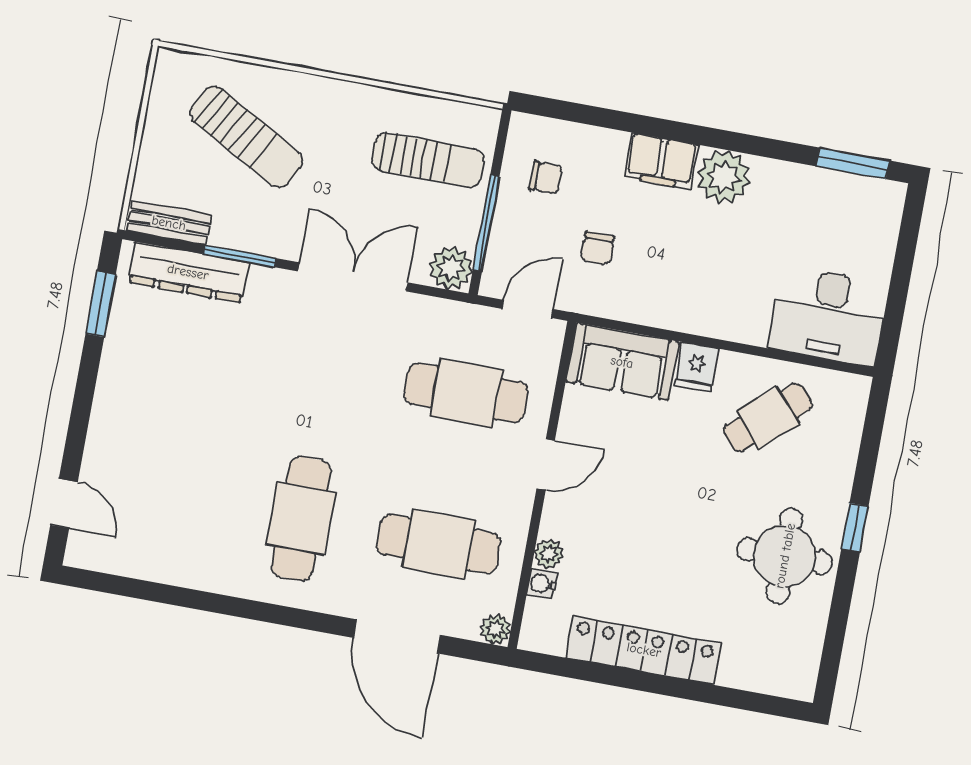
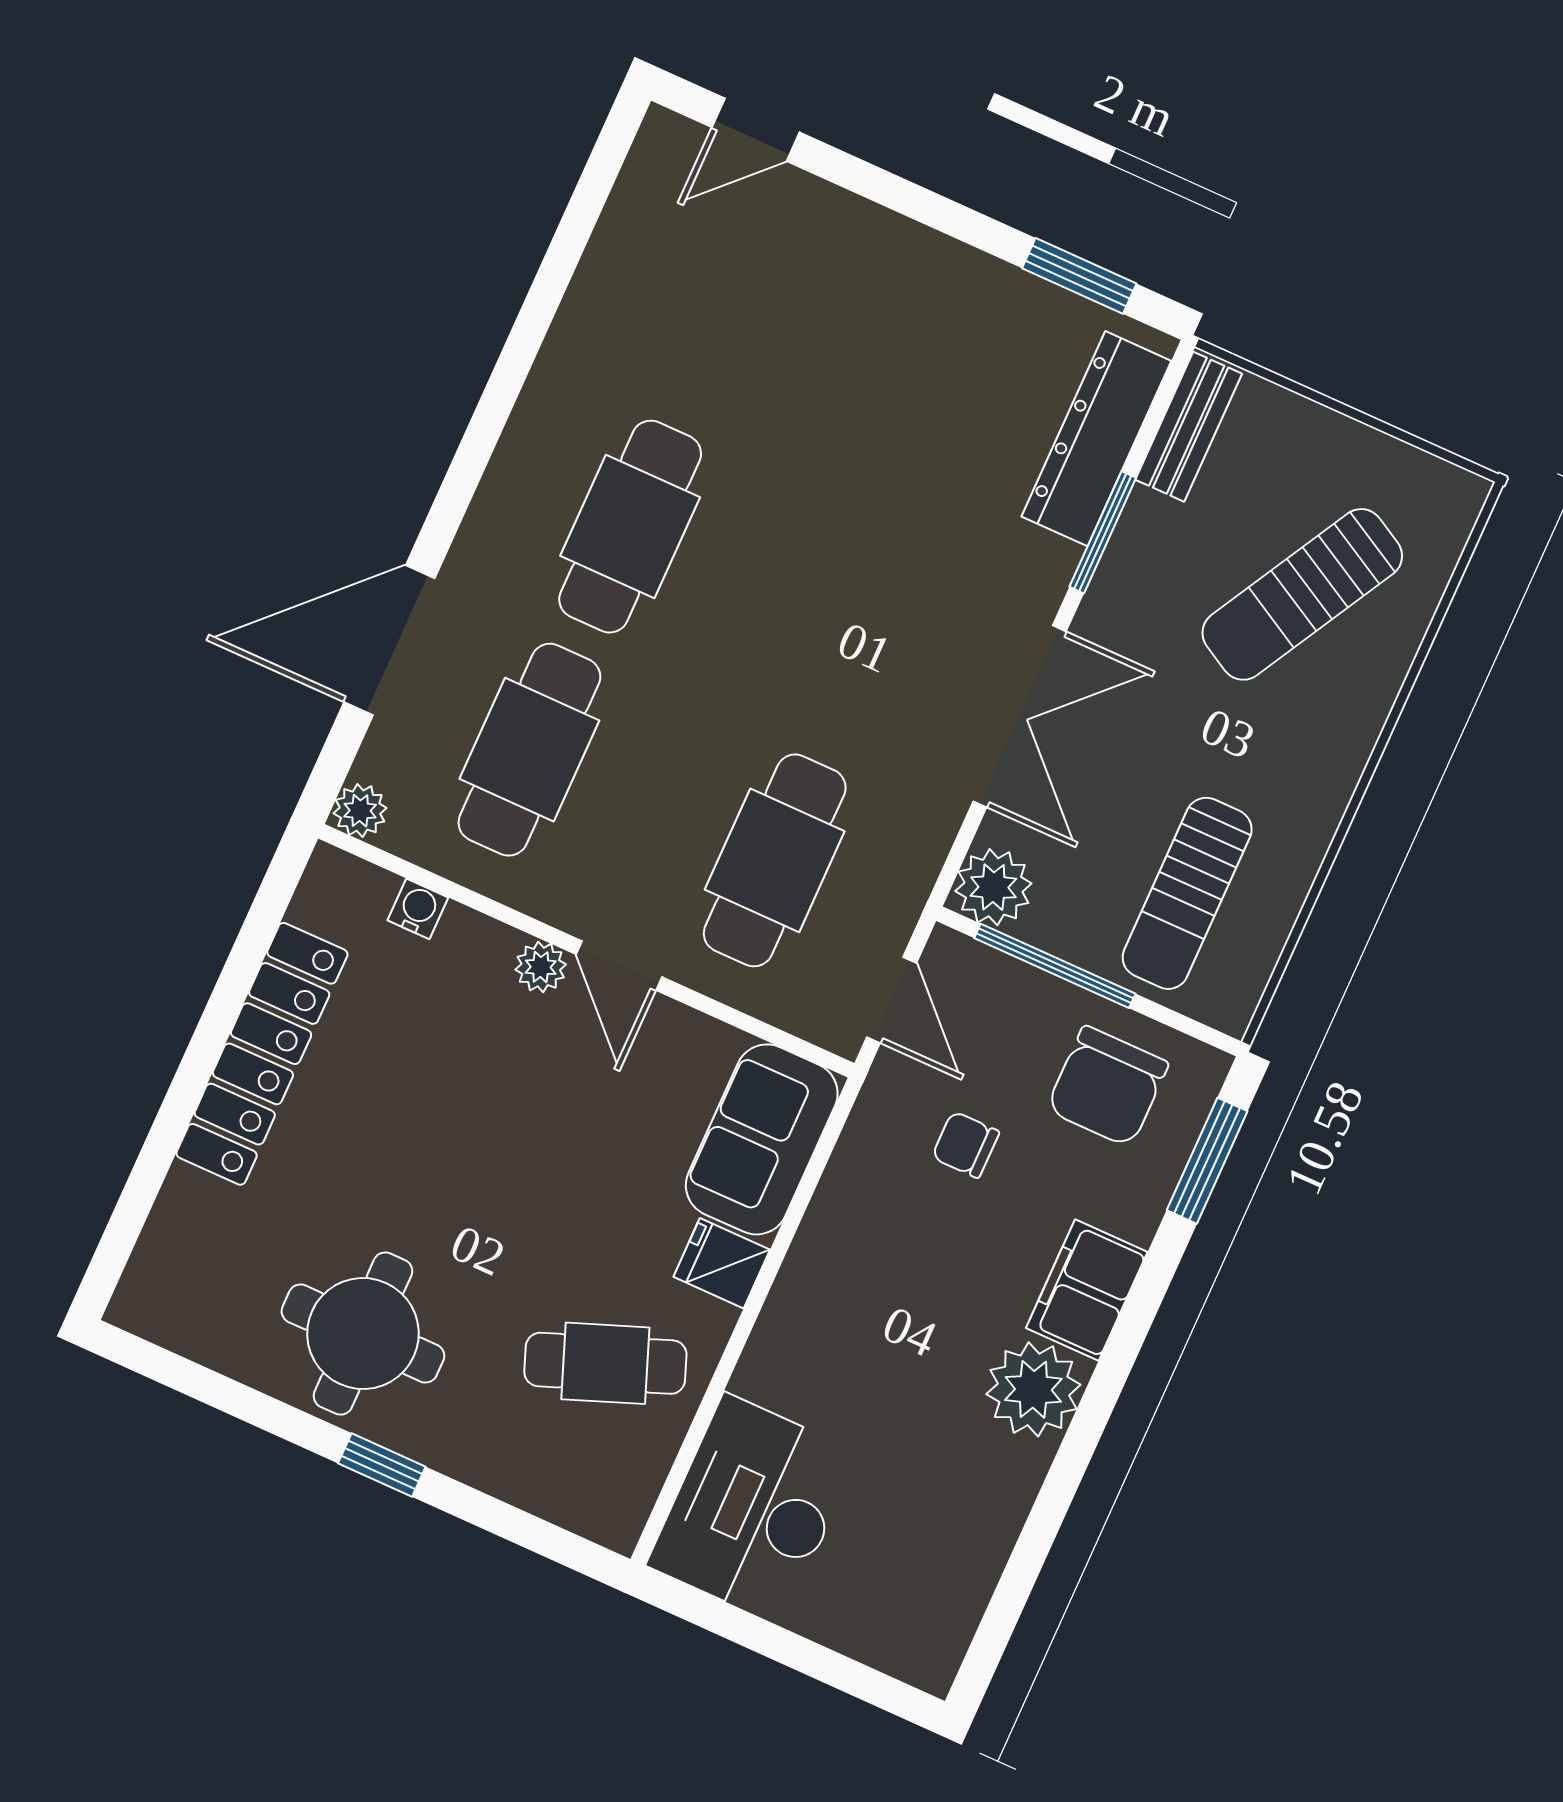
window: (853, 163) -> (1207, 1161), moved
chair: (546, 178) -> (1107, 1086), width x1.87, depth x1.87
cafe table: (768, 418) -> (605, 1363), turned -69
cafe table: (301, 519) -> (630, 527), turned 90
plant: (549, 554) -> (541, 967), moved

